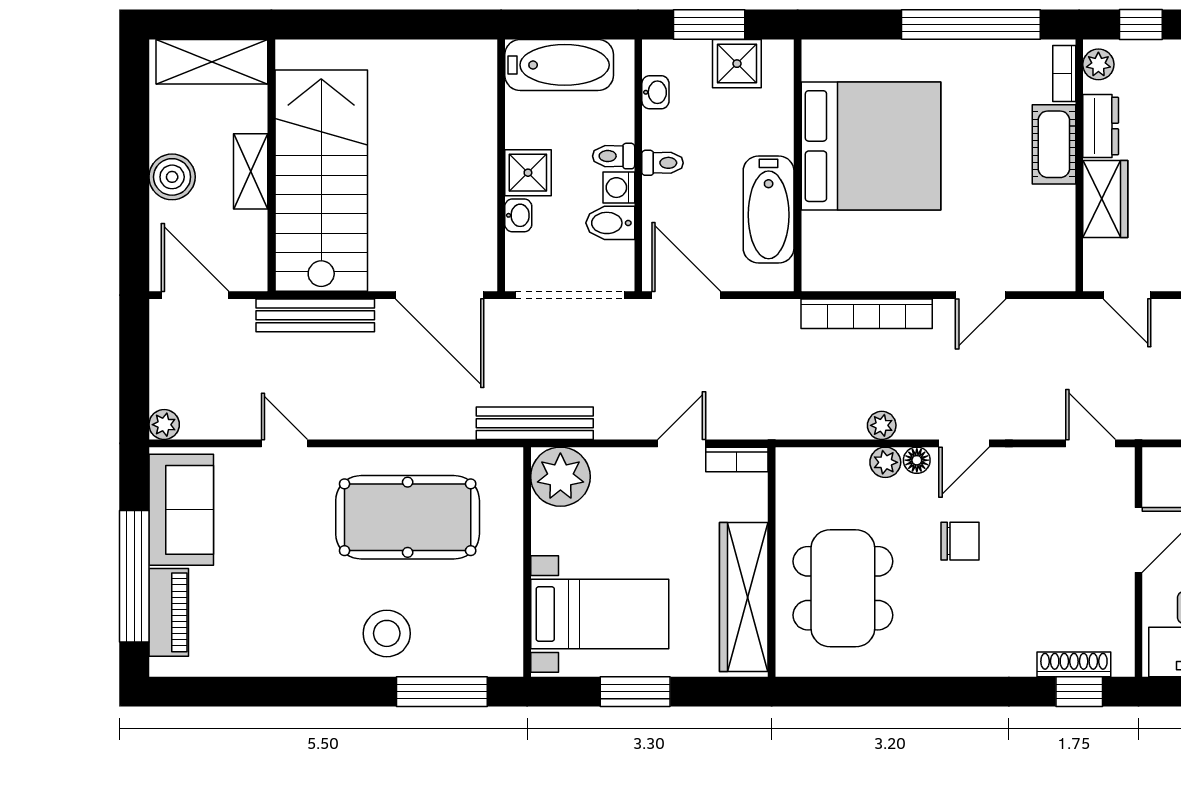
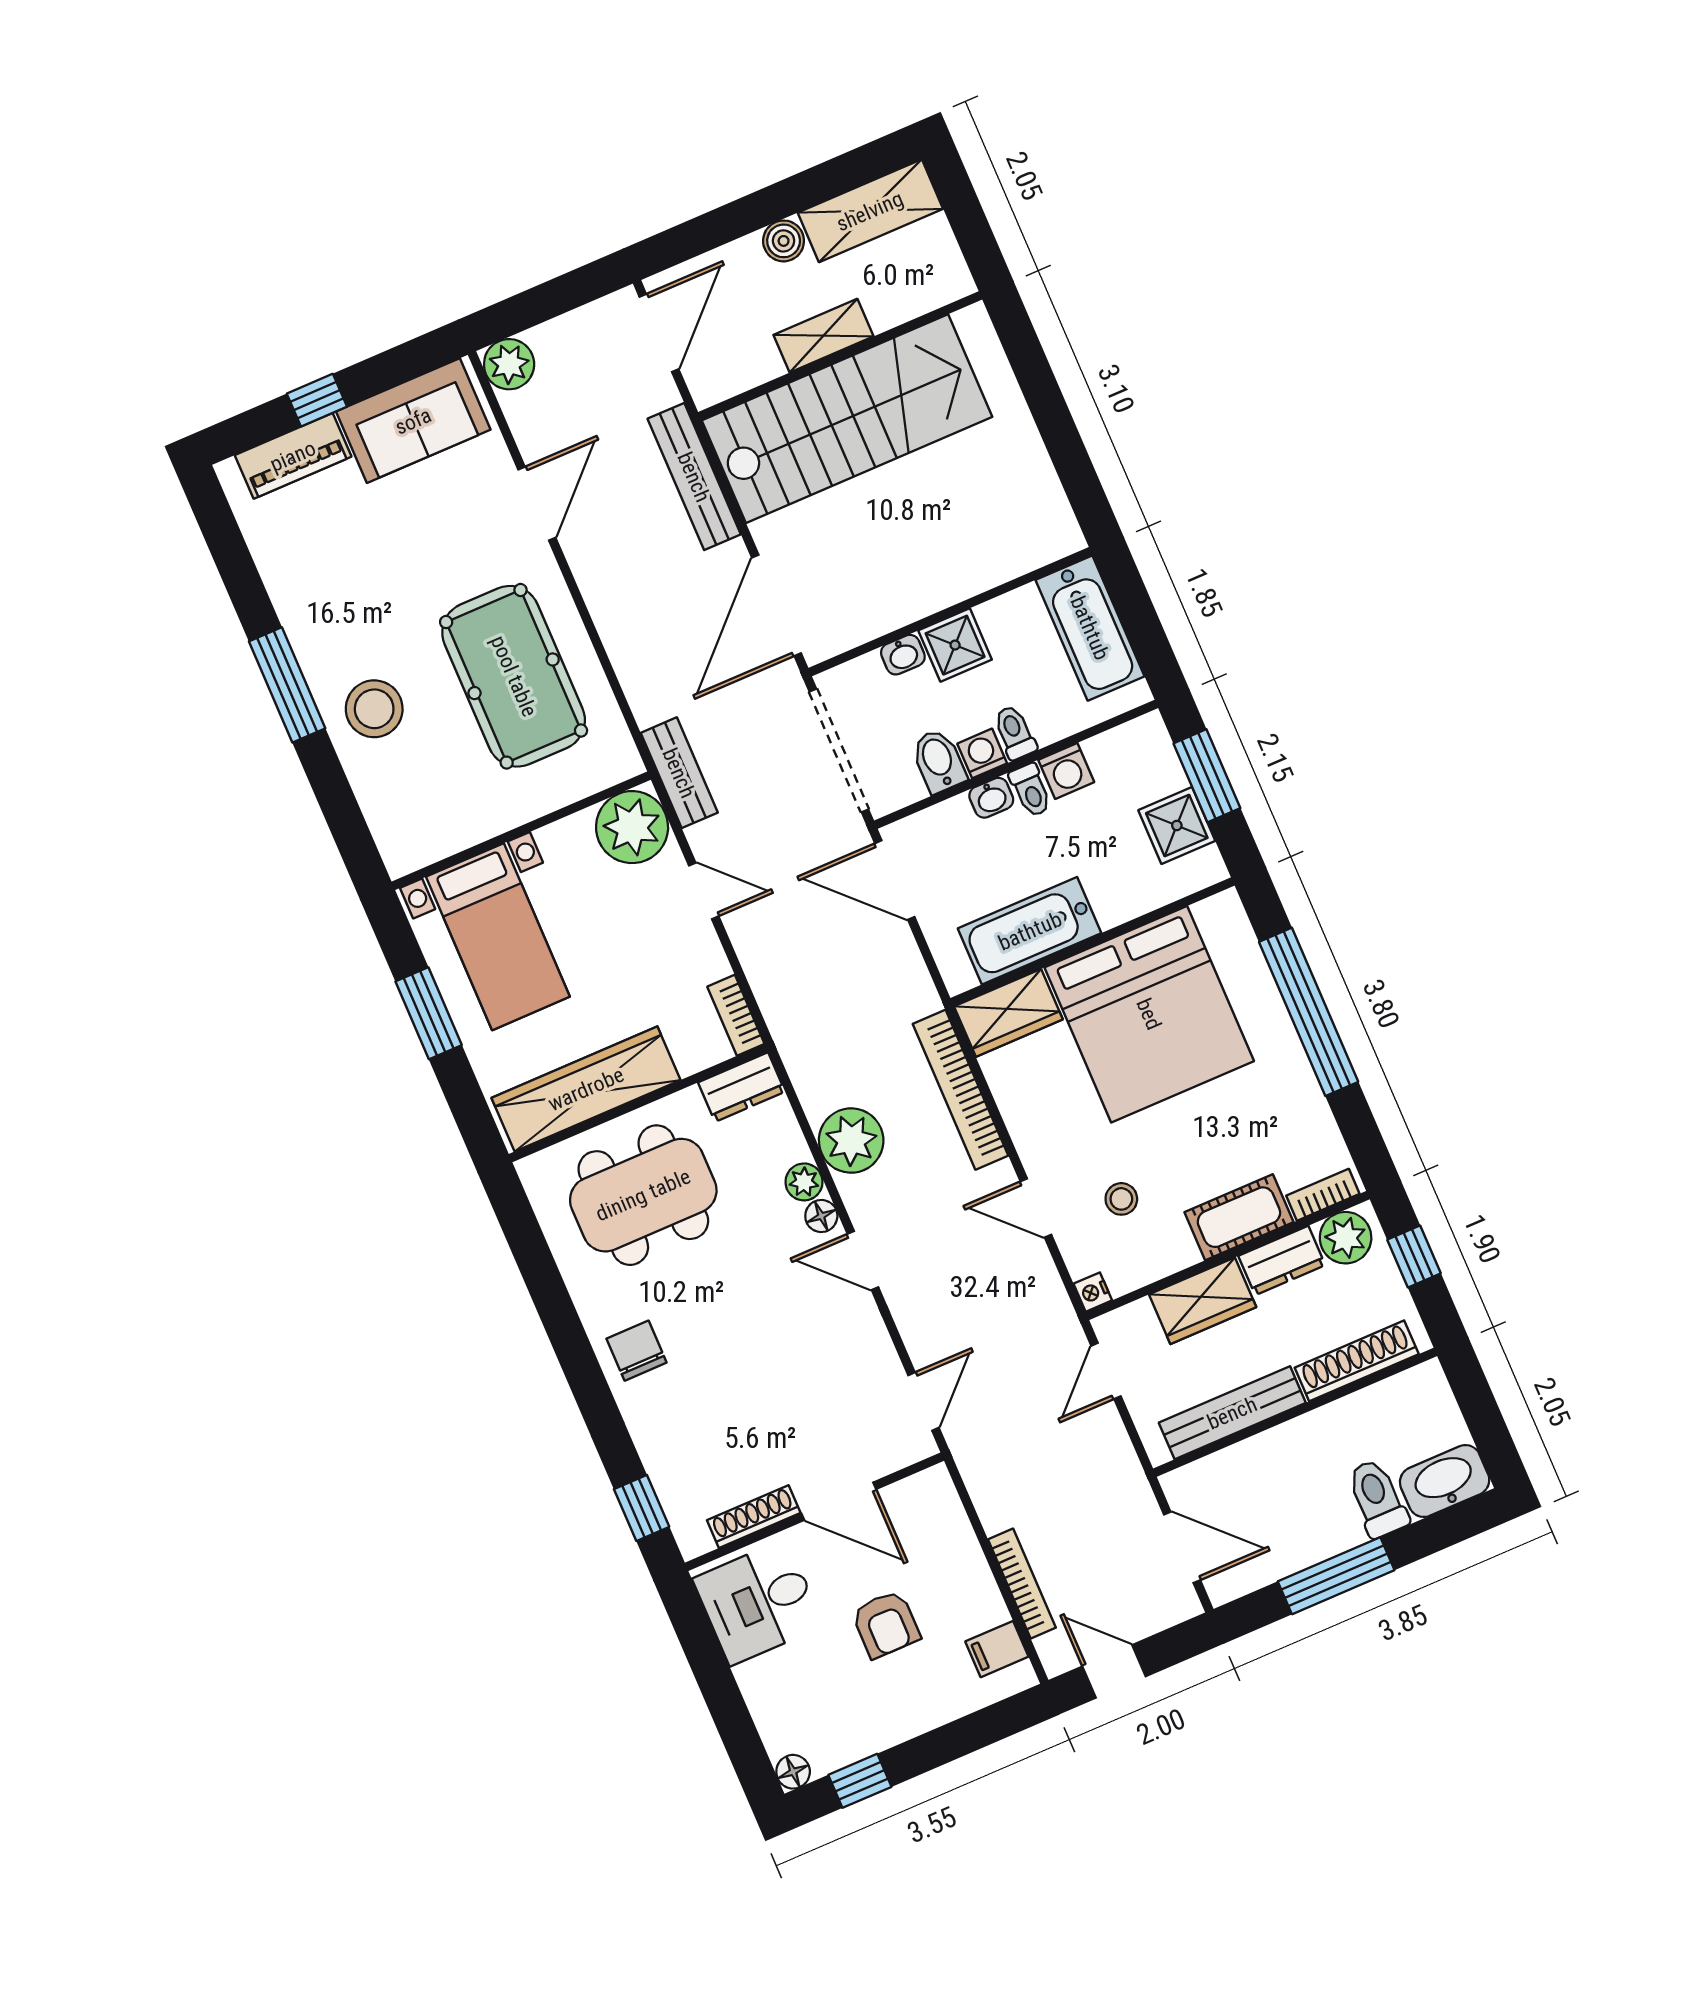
window: (971, 25) -> (1309, 1012), moved
shelving: (212, 62) -> (870, 211), moved, turned 90
plant: (1098, 64) -> (1346, 1238), width x1.38, depth x1.38
washbasin: (655, 92) -> (991, 798), moved
washing machine: (660, 130) -> (1066, 771), added
boiler: (172, 177) -> (784, 241), width x0.73, depth x0.73
stool: (1002, 227) -> (1121, 1199), added
wardrobe: (824, 252) -> (1008, 1013), added
nightstand: (1063, 279) -> (1093, 1292), added
door: (686, 295) -> (895, 880), swing flipped
bench: (535, 423) -> (679, 773), width x0.73
plant: (164, 425) -> (509, 364), width x1.38, depth x1.38
plant: (882, 425) -> (851, 1141), width x1.88, depth x1.88
door: (284, 443) -> (537, 504), width x1.38
door: (682, 443) -> (704, 891), moved
dresser: (793, 479) -> (742, 1087), added
chair: (960, 541) -> (637, 1351), moved, turned 180
window: (134, 576) -> (317, 400), width x0.32
shoe rack: (1074, 664) -> (754, 1517), moved, turned -90
window: (442, 692) -> (287, 685), moved

